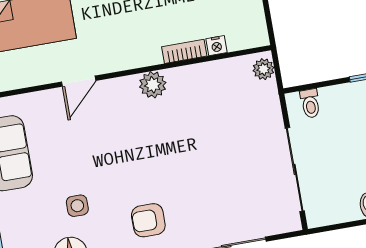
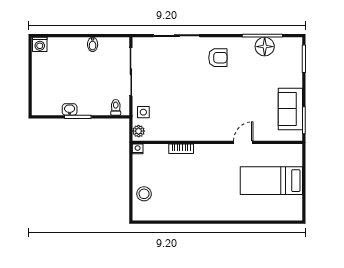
nightstand: (216, 46) -> (138, 149), moved
plant: (153, 85) -> (202, 133), removed
side table: (77, 206) -> (143, 112), moved

